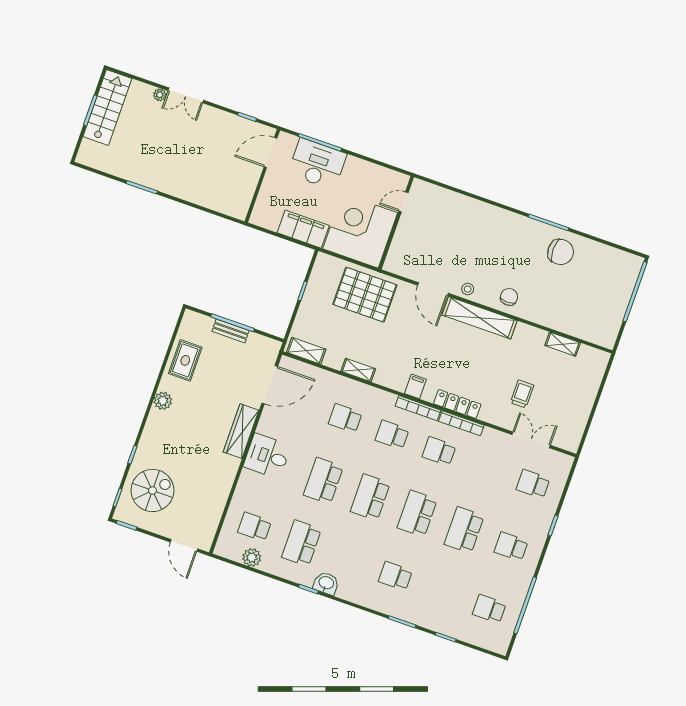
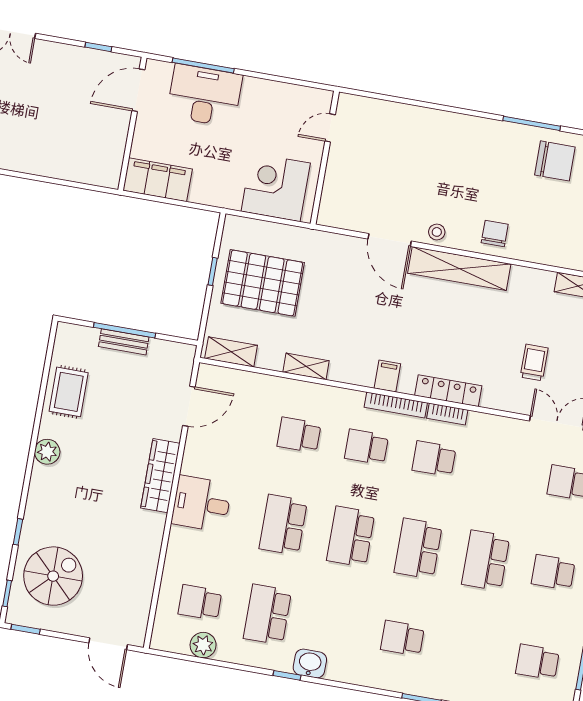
filing cabinet: (303, 229) -> (158, 180), moved
corner desk: (360, 231) -> (276, 187), width x0.74, depth x0.74
pallet: (365, 295) -> (263, 283), moved
door: (270, 385) -> (189, 406), width x0.73
bookcase: (461, 423) -> (447, 414), width x0.64

